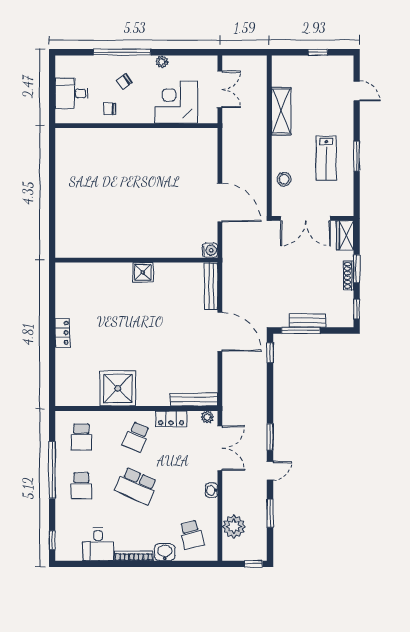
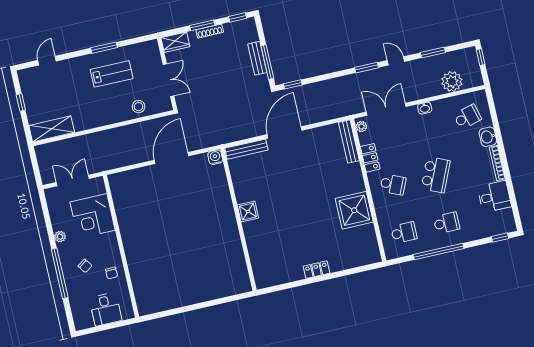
shelving: (281, 111) -> (52, 129), moved
double door: (305, 218) -> (168, 80), width x0.73

